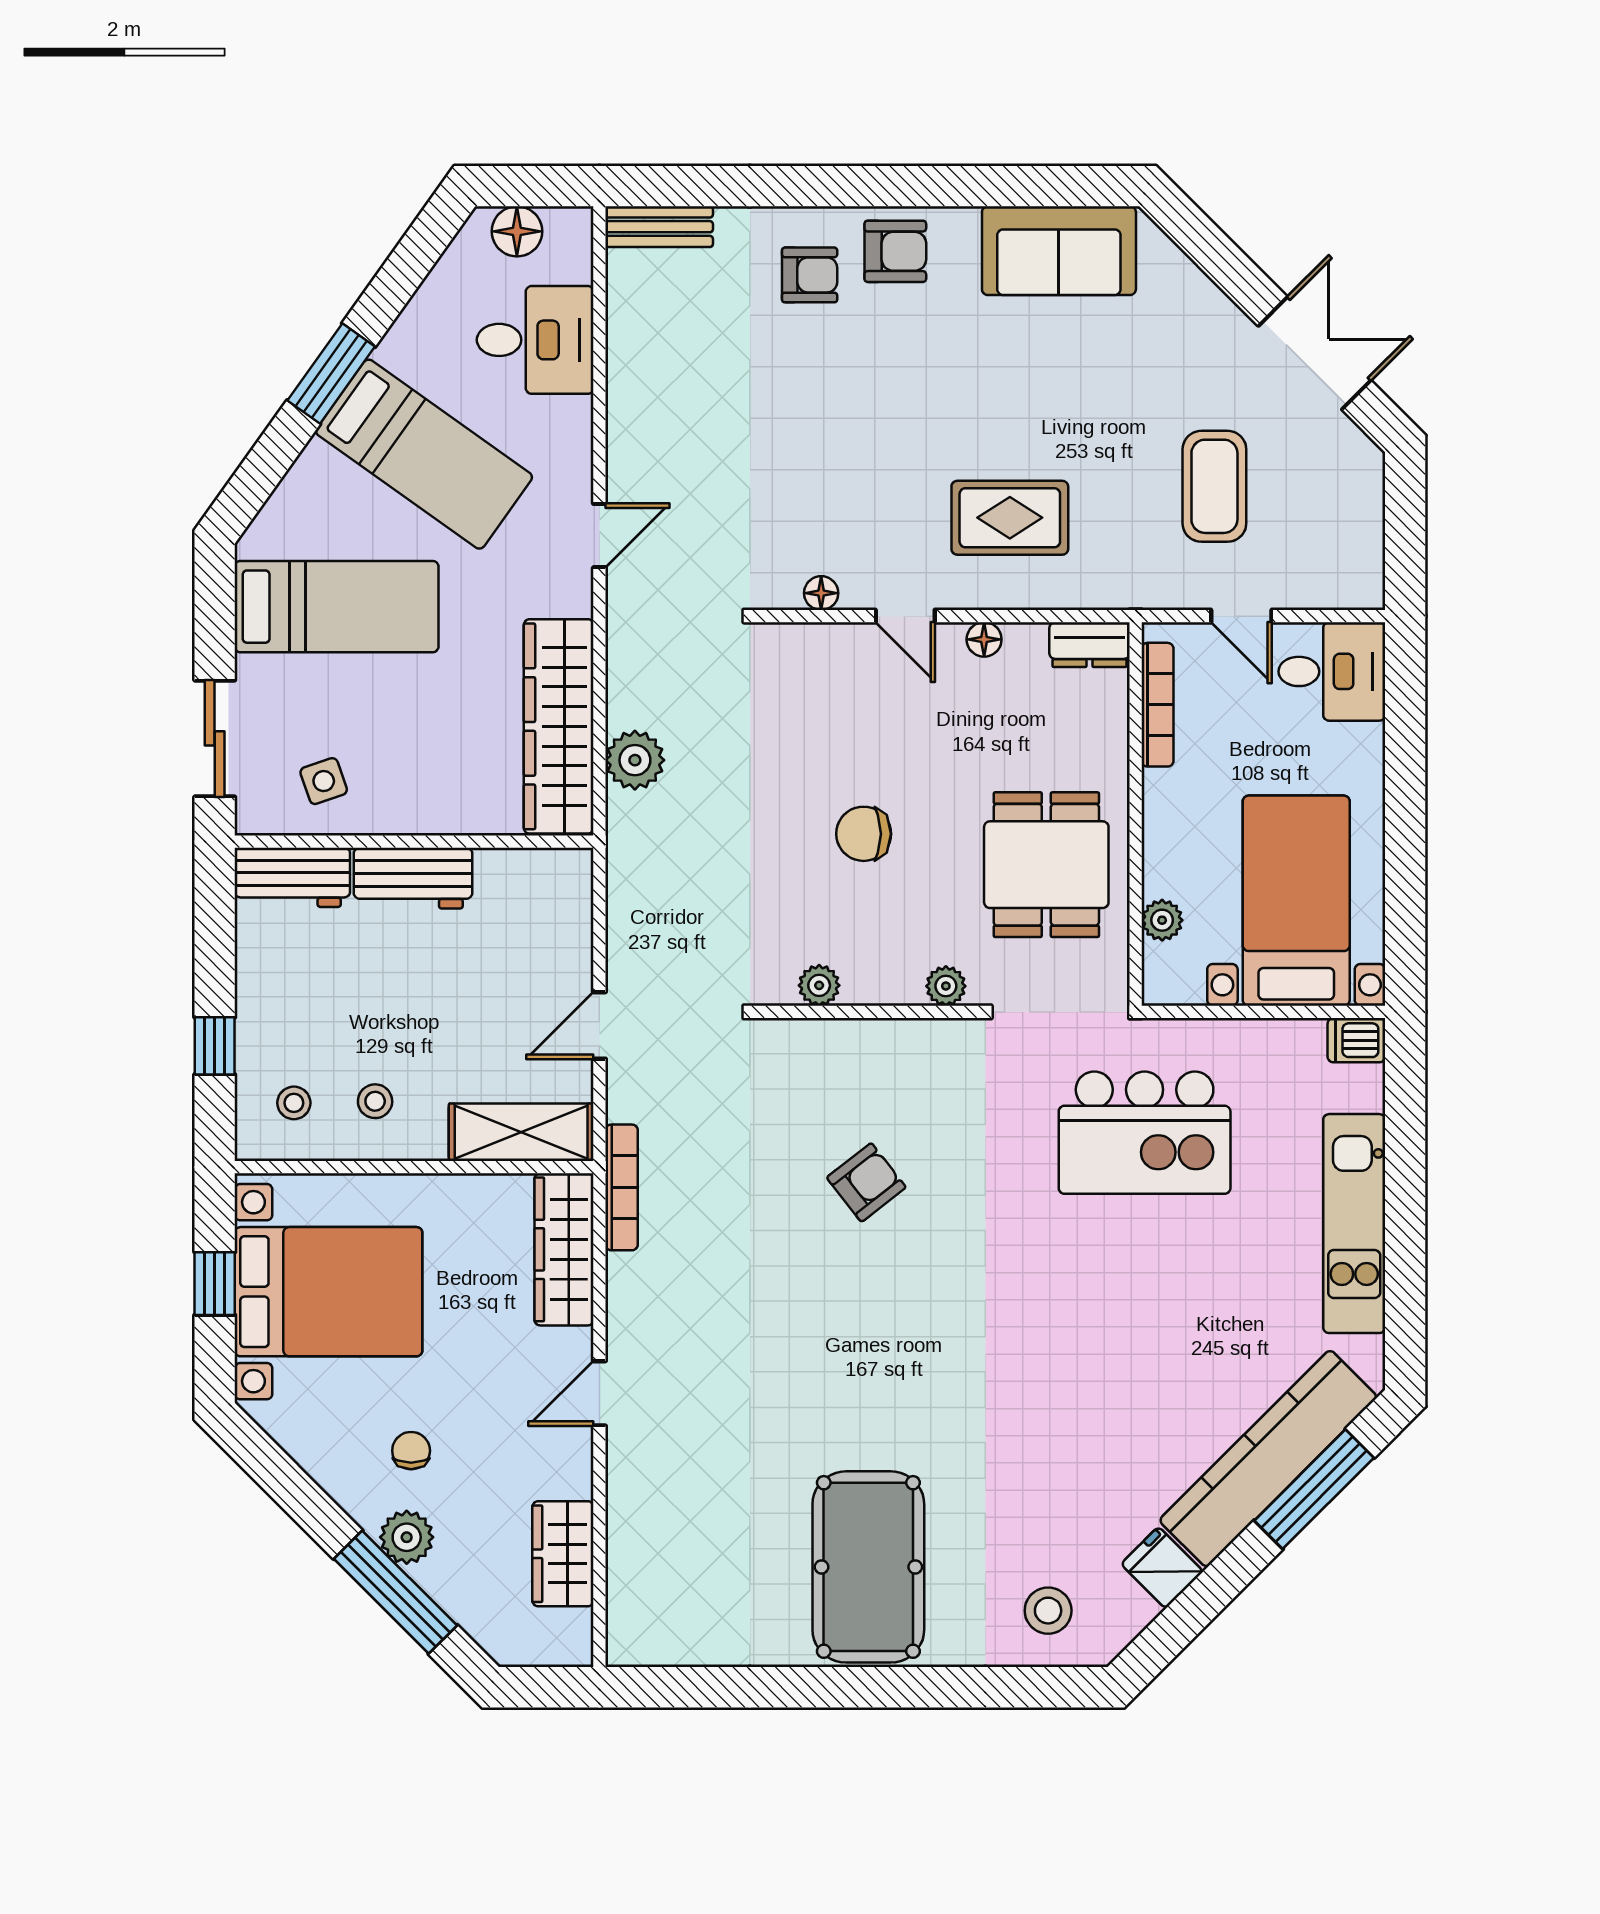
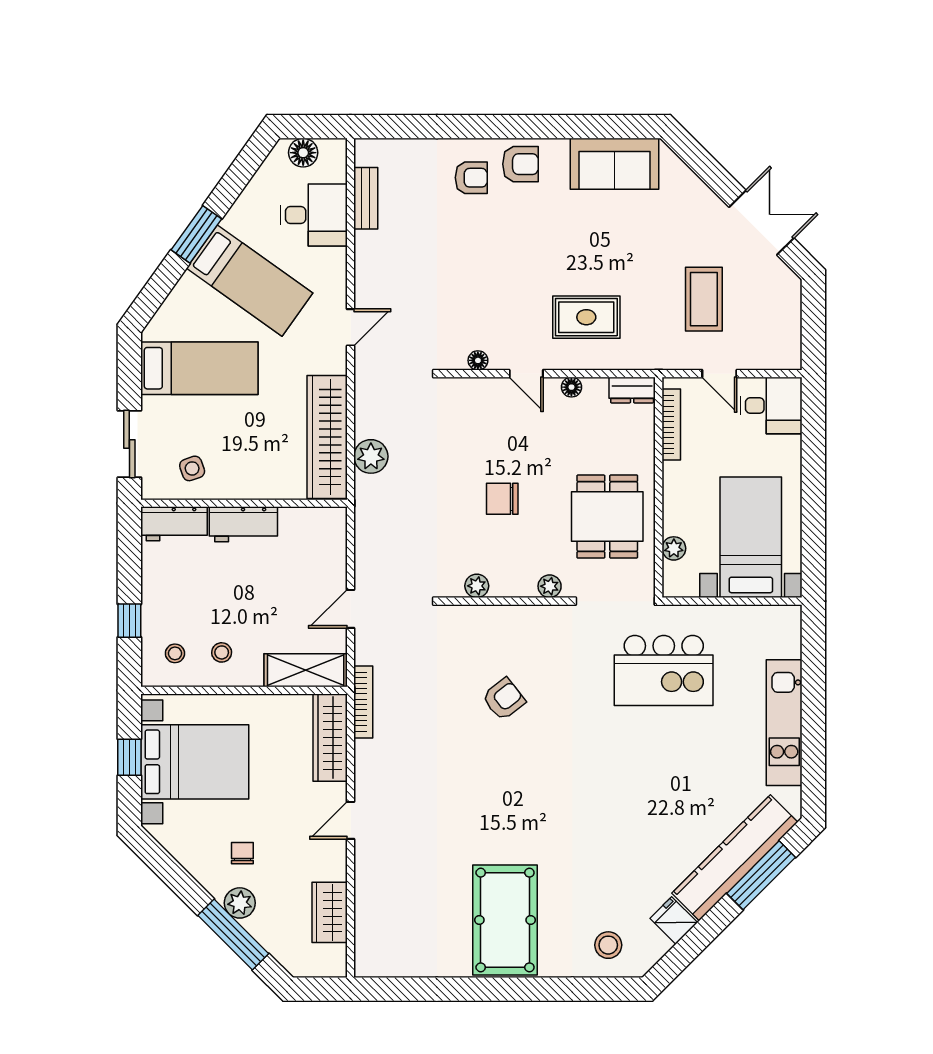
bench: (659, 227) -> (366, 198), moved, turned 90
dishwasher: (1356, 1040) -> (785, 617), removed

